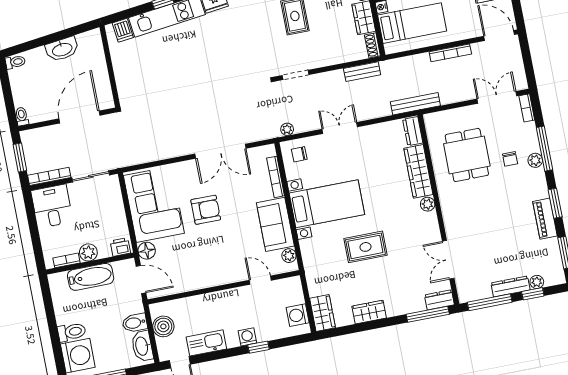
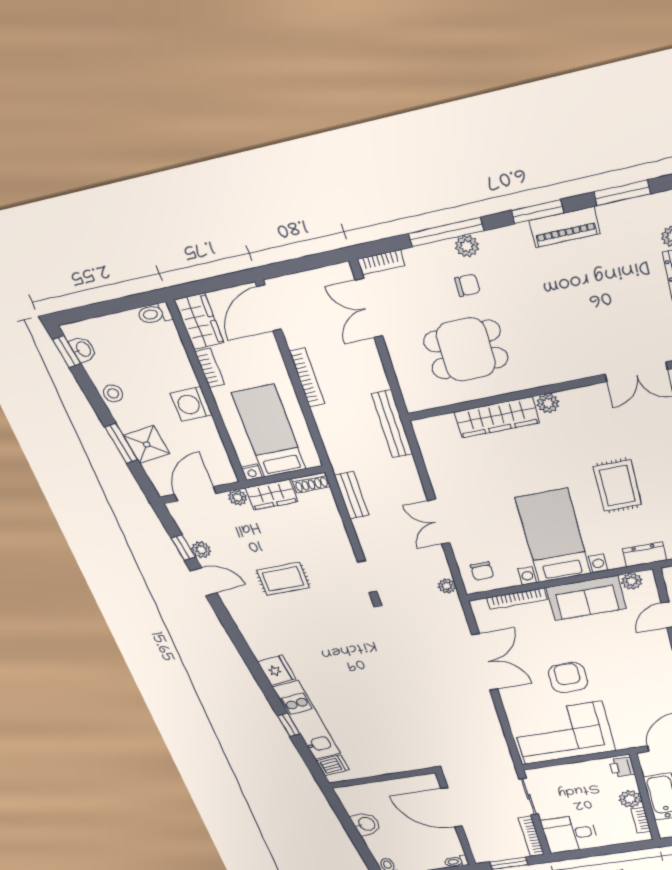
washbasin: (62, 49) -> (366, 824), width x0.72
dresser: (413, 131) -> (645, 555), moved, turned 180
floor lamp: (147, 251) -> (627, 740), removed

